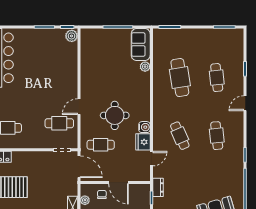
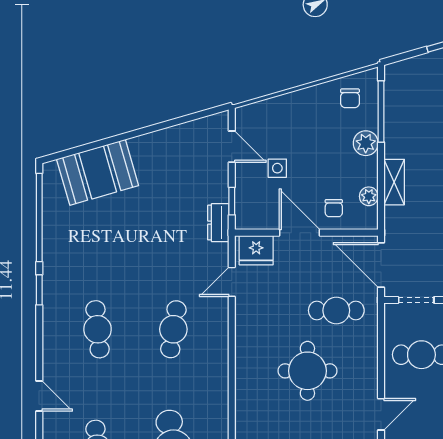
door: (245, 103) -> (39, 396), hinge flipped
door: (79, 107) -> (381, 414), moved
water cooler: (144, 127) -> (246, 347), removed
cafe table: (180, 136) -> (173, 329), turned 33
fridge: (143, 142) -> (256, 250), moved, turned 90

